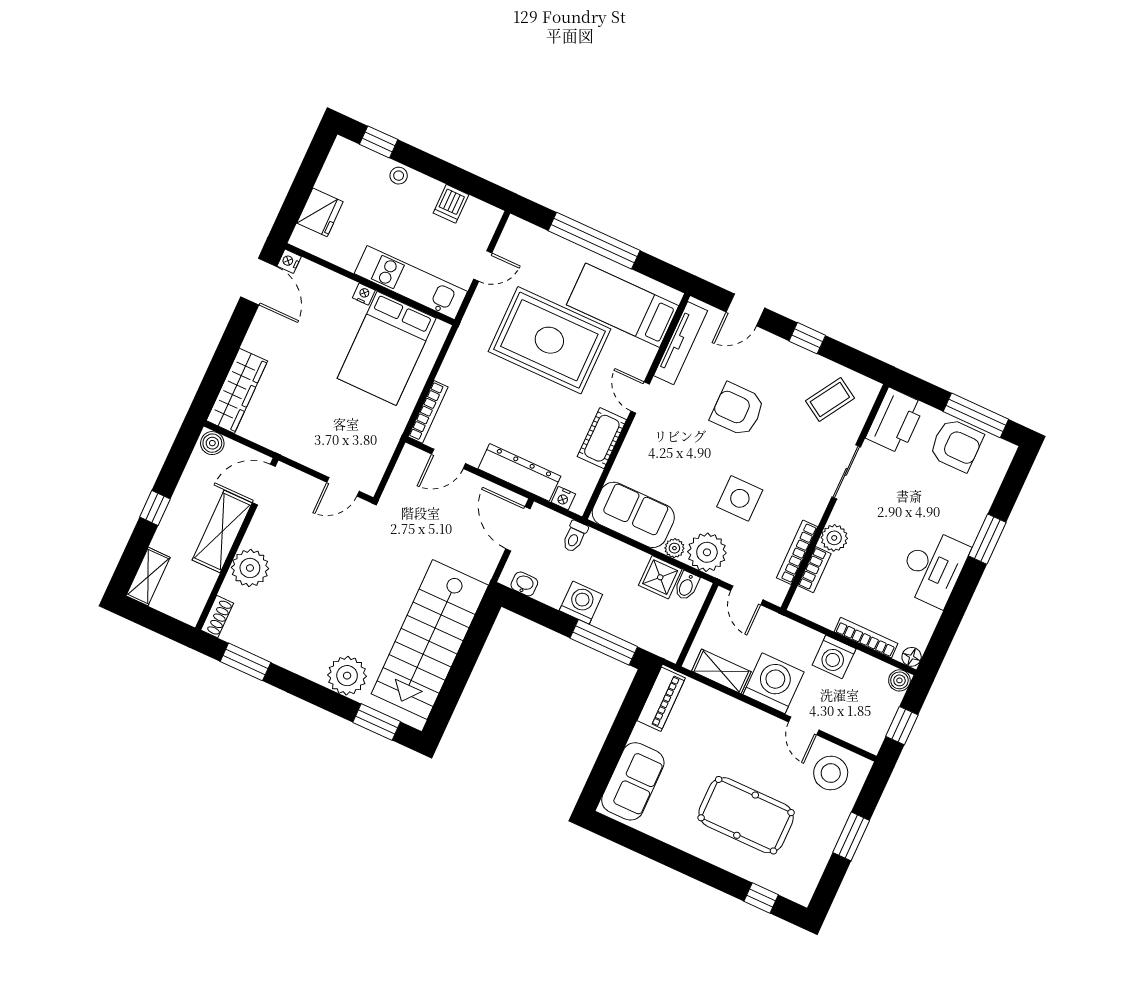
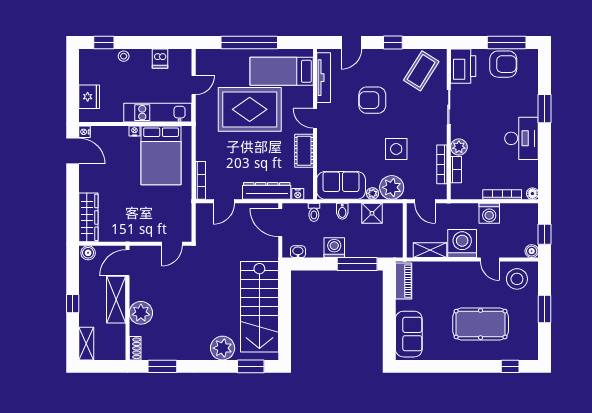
coffee table: (830, 399) -> (421, 71), width x1.36, depth x1.30
bidet: (687, 586) -> (342, 211), moved
boiler: (899, 680) -> (532, 251), moved

